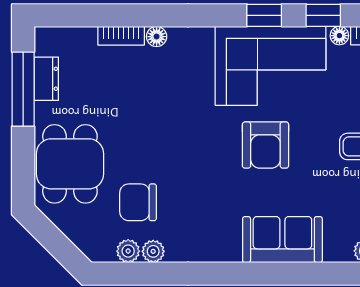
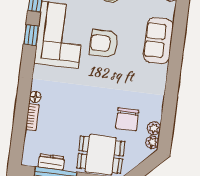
armchair: (265, 145) -> (104, 43), turned 180
plant: (153, 251) -> (152, 142), moved

